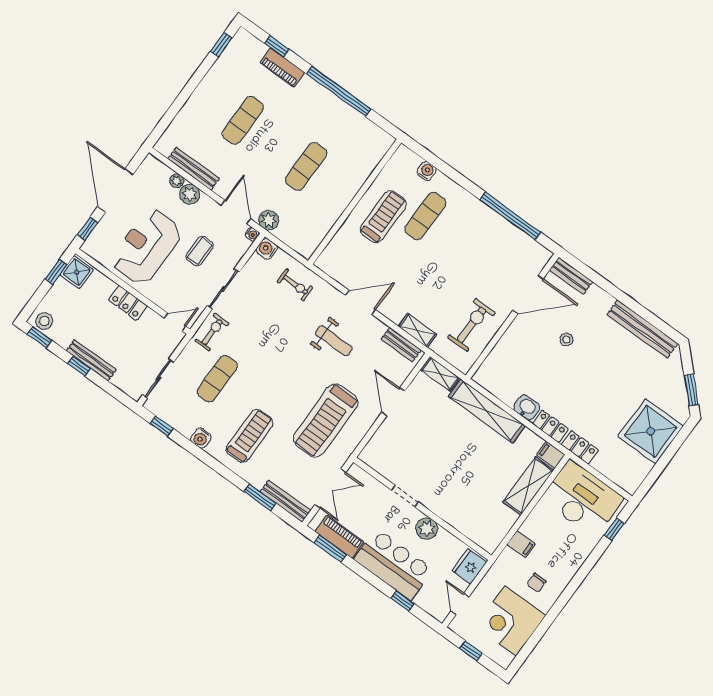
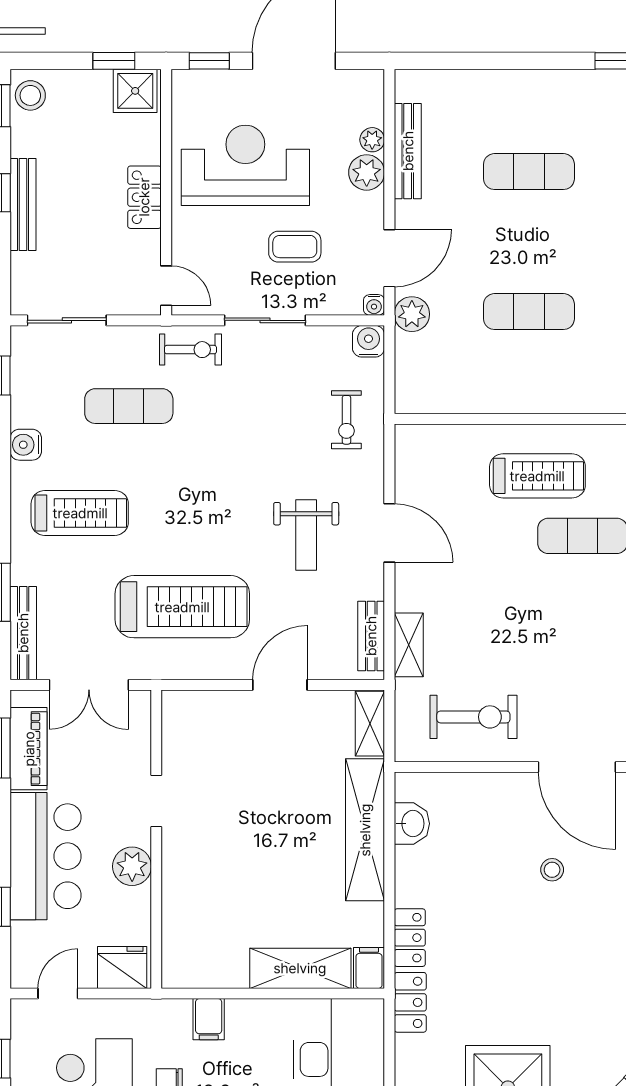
washbasin: (527, 408) -> (412, 824), moved
treadmill: (326, 420) -> (182, 607), turned 180

